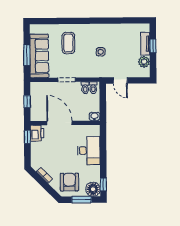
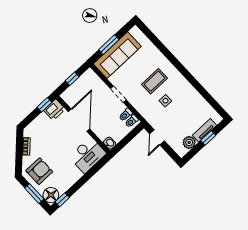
coffee table: (68, 43) -> (154, 81), moved
desk: (89, 151) -> (88, 155), moved

